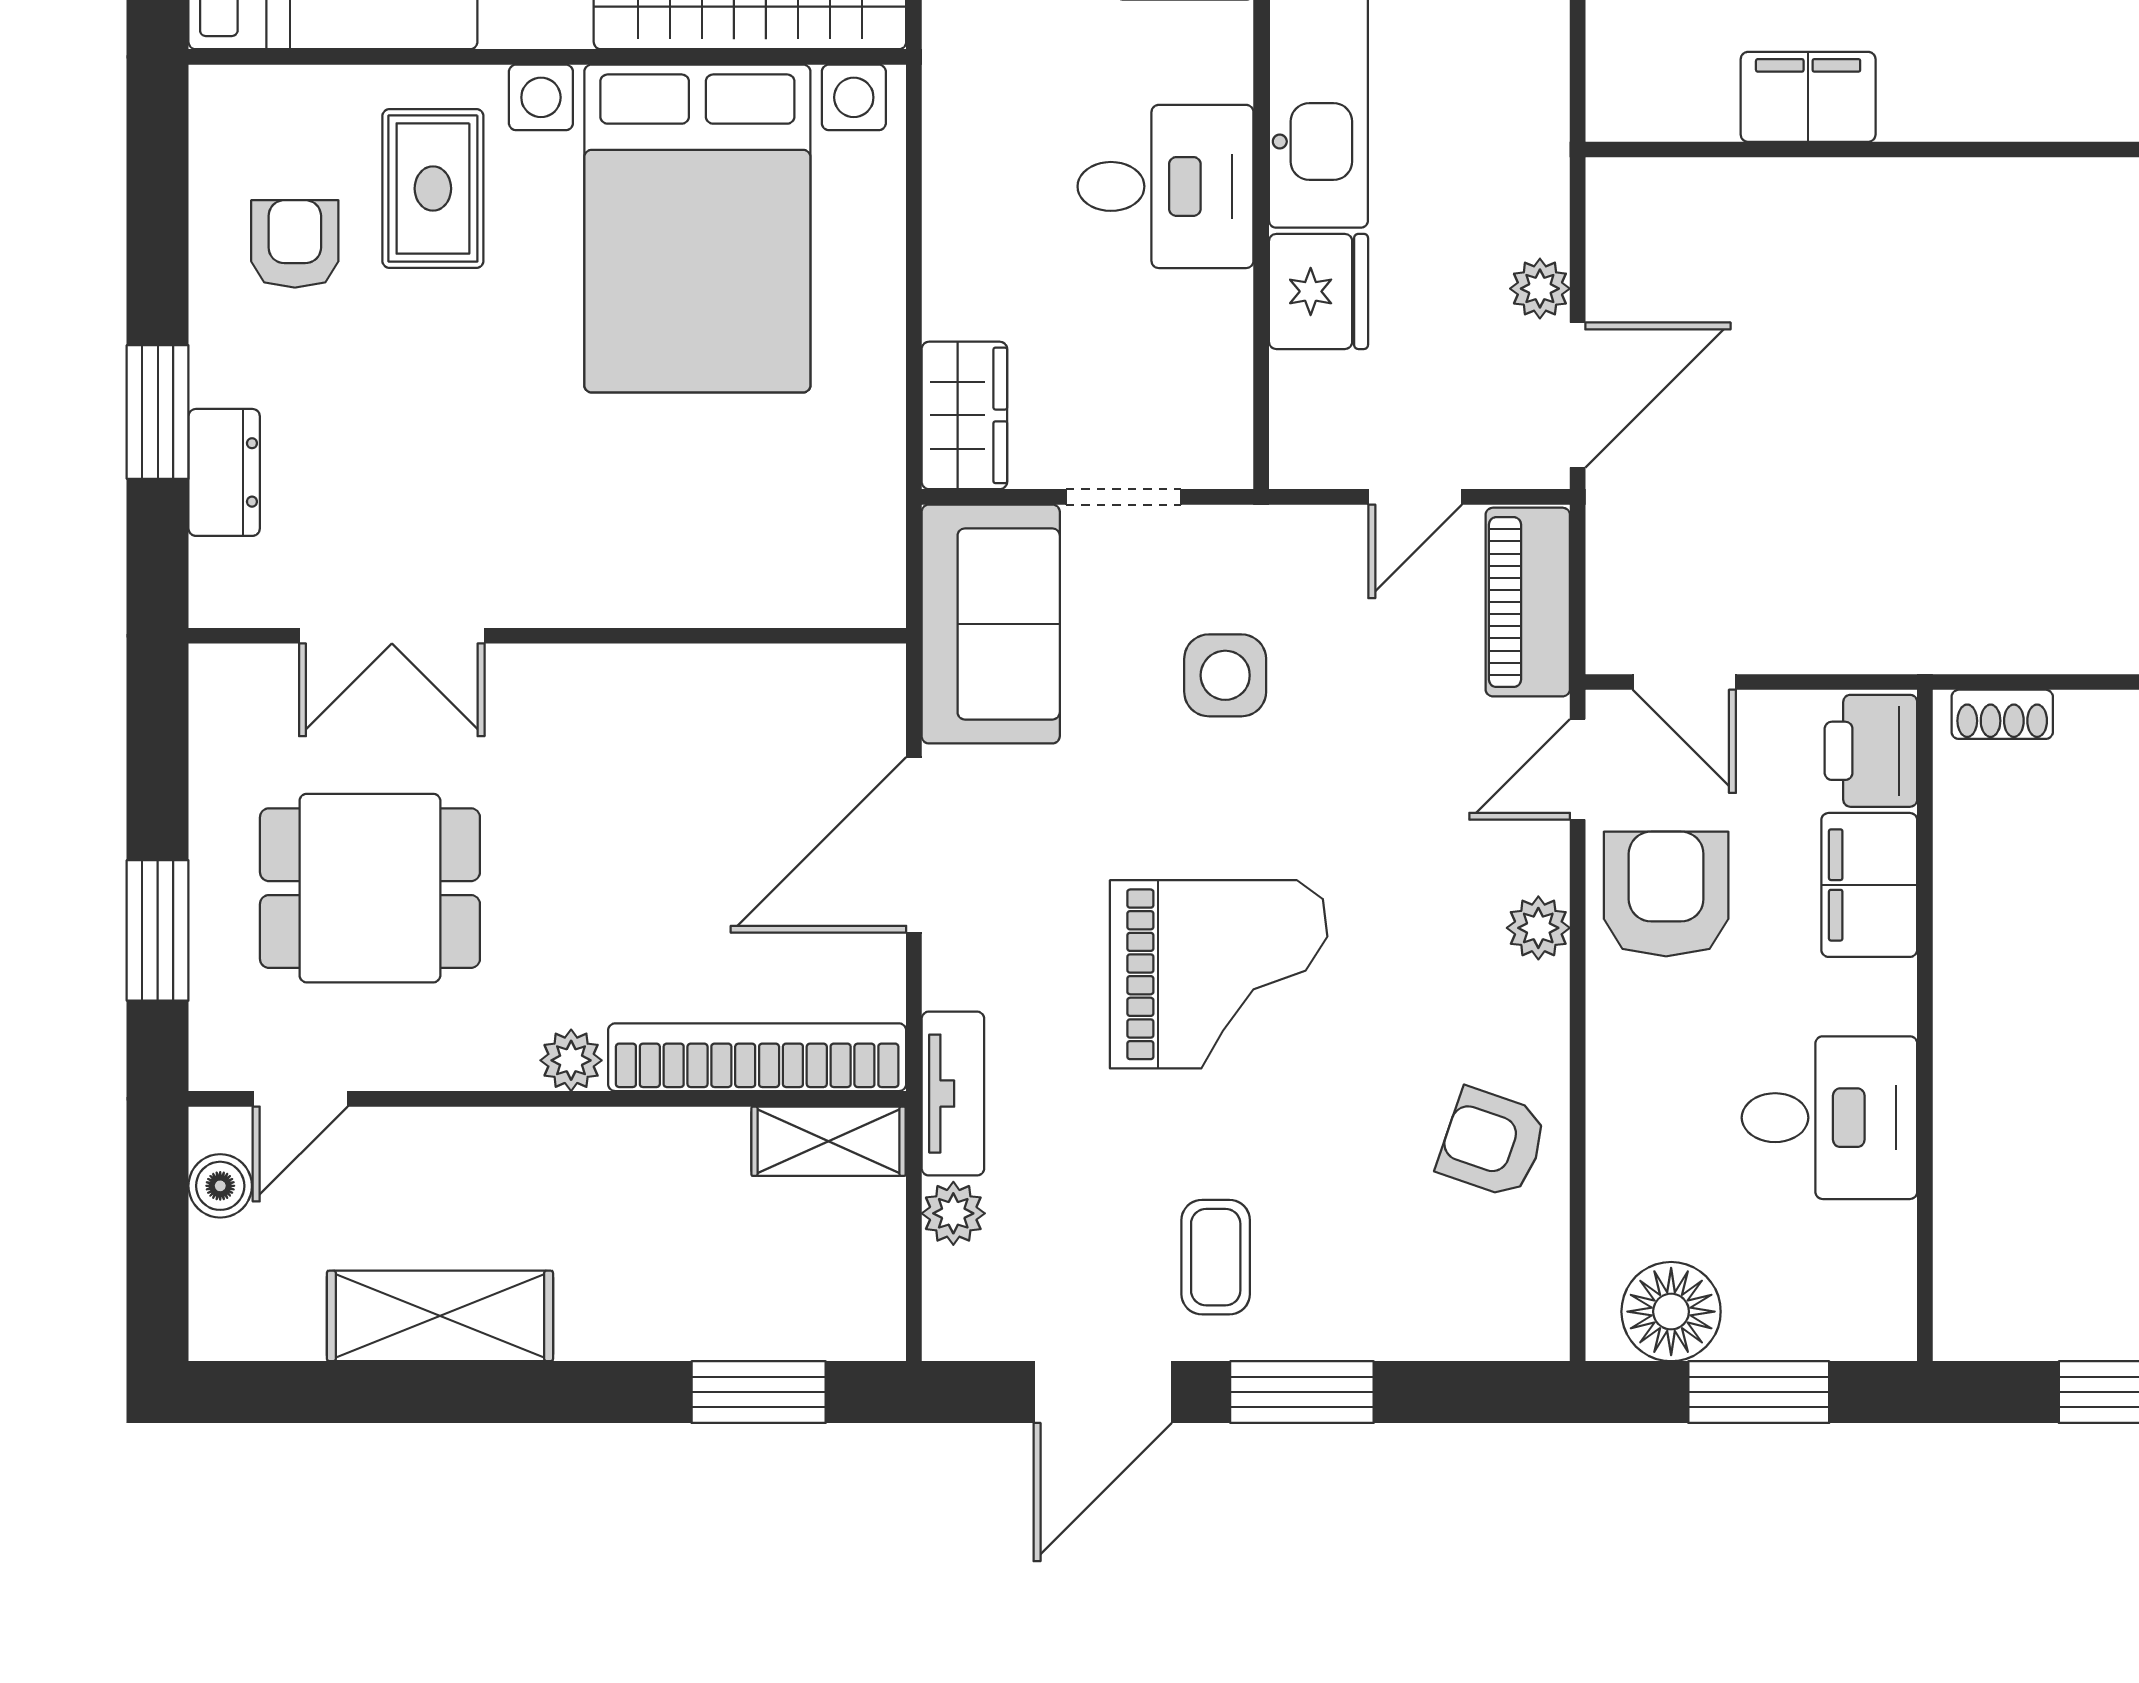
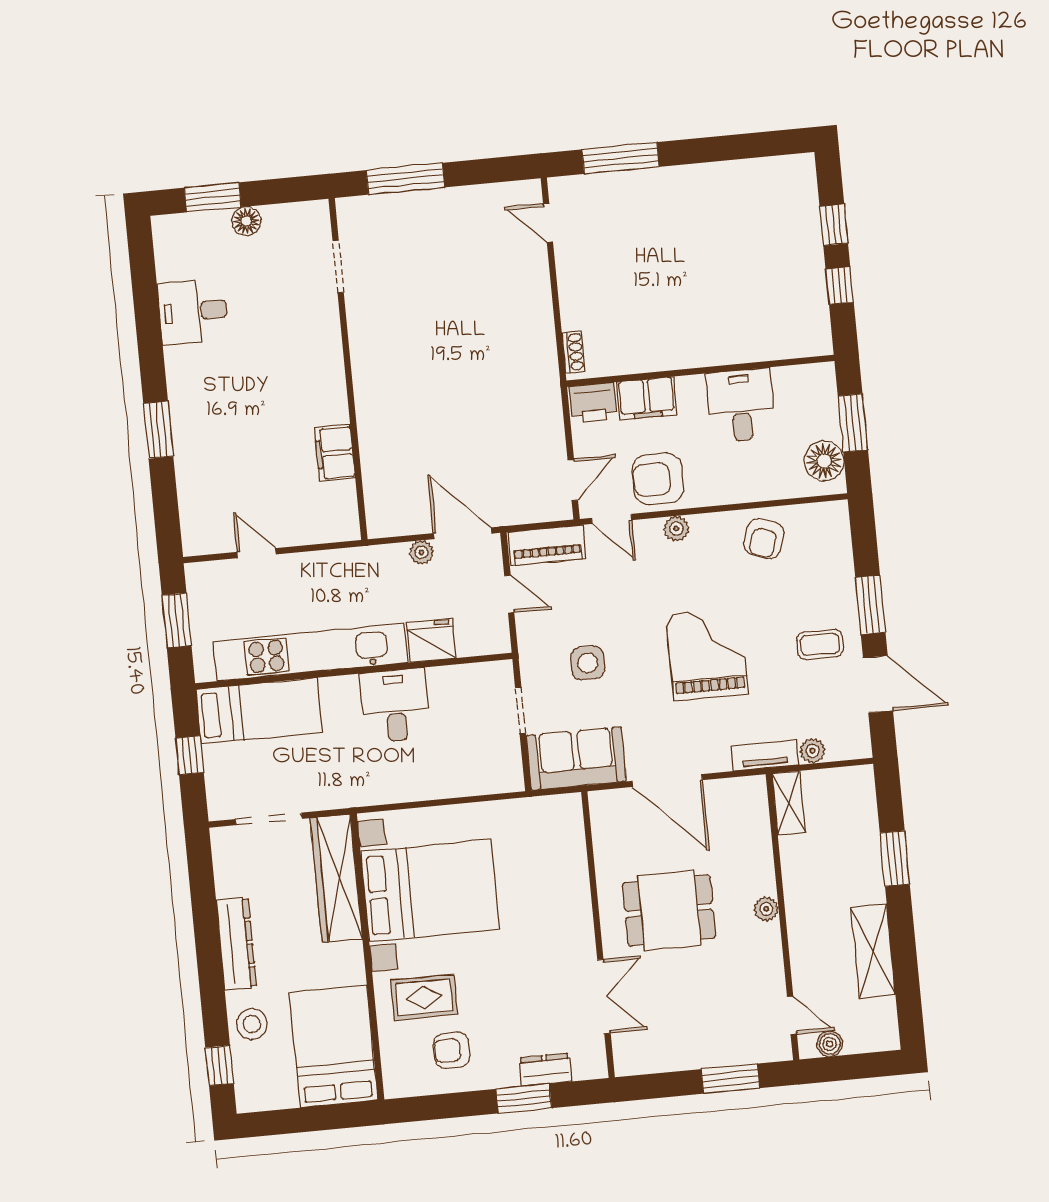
wardrobe: (964, 415) -> (494, 777), removed
dining table: (370, 888) -> (669, 910), moved, turned 90
bookcase: (757, 1057) -> (758, 835), removed
window: (759, 1392) -> (895, 859), moved

